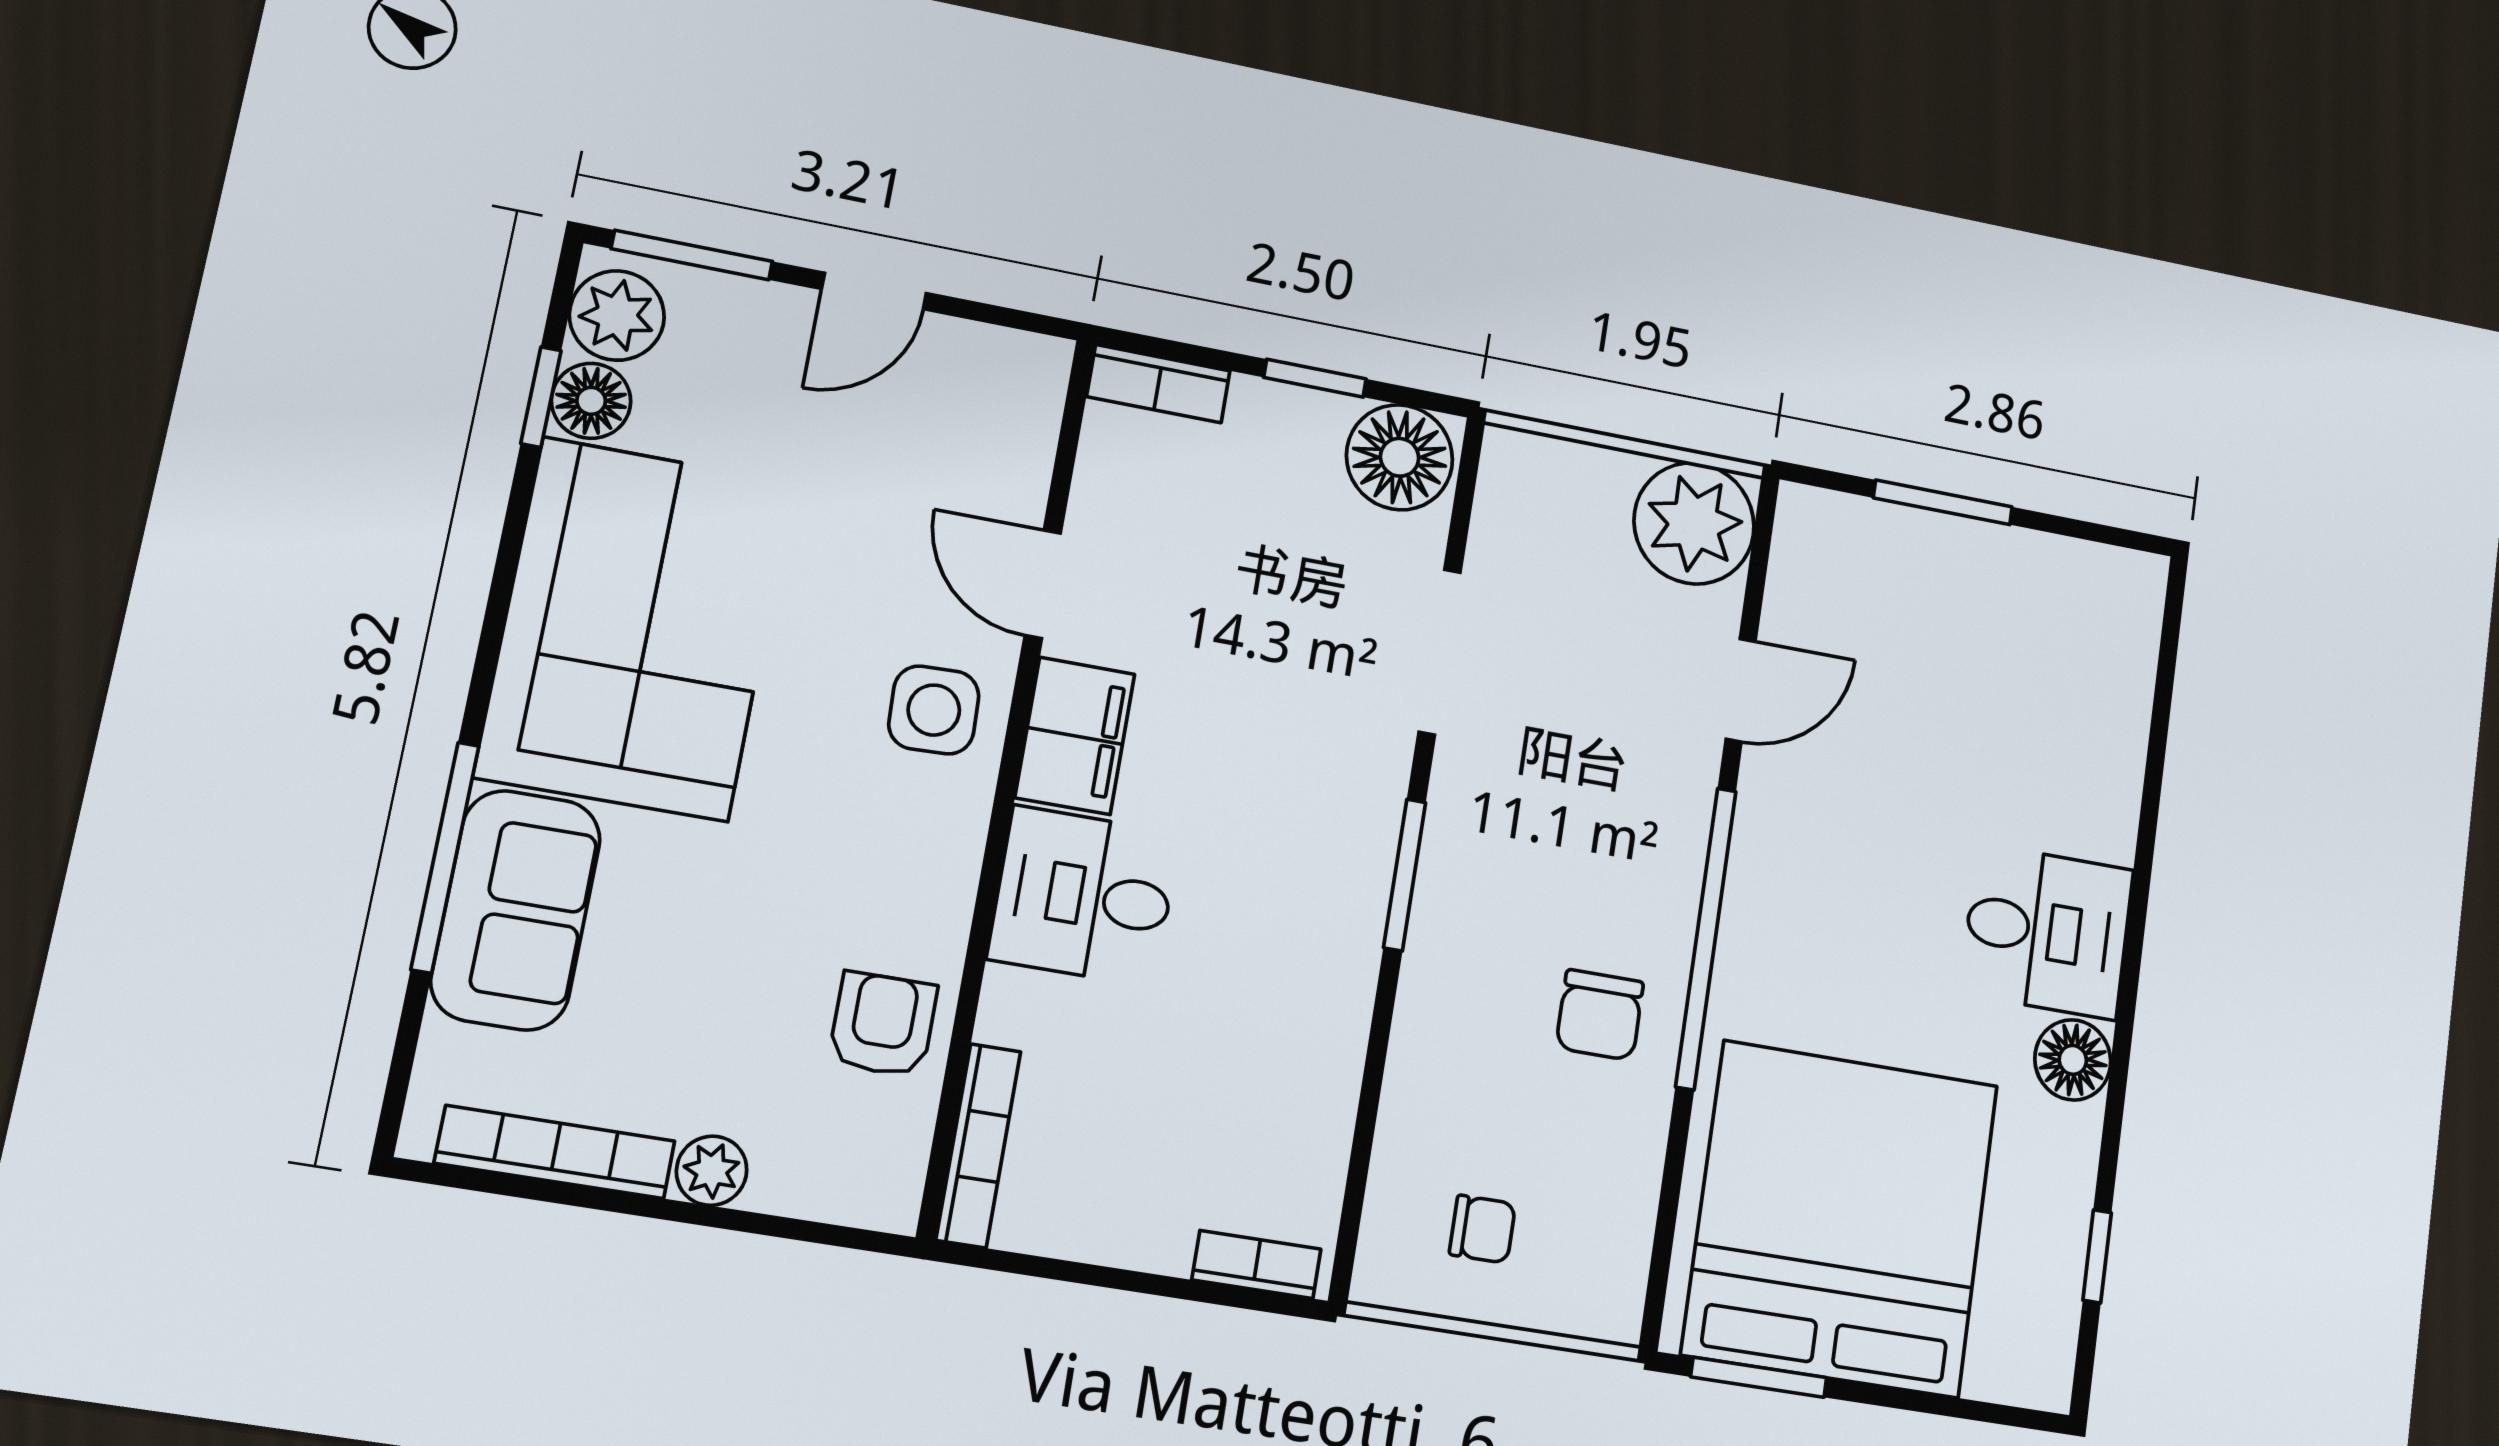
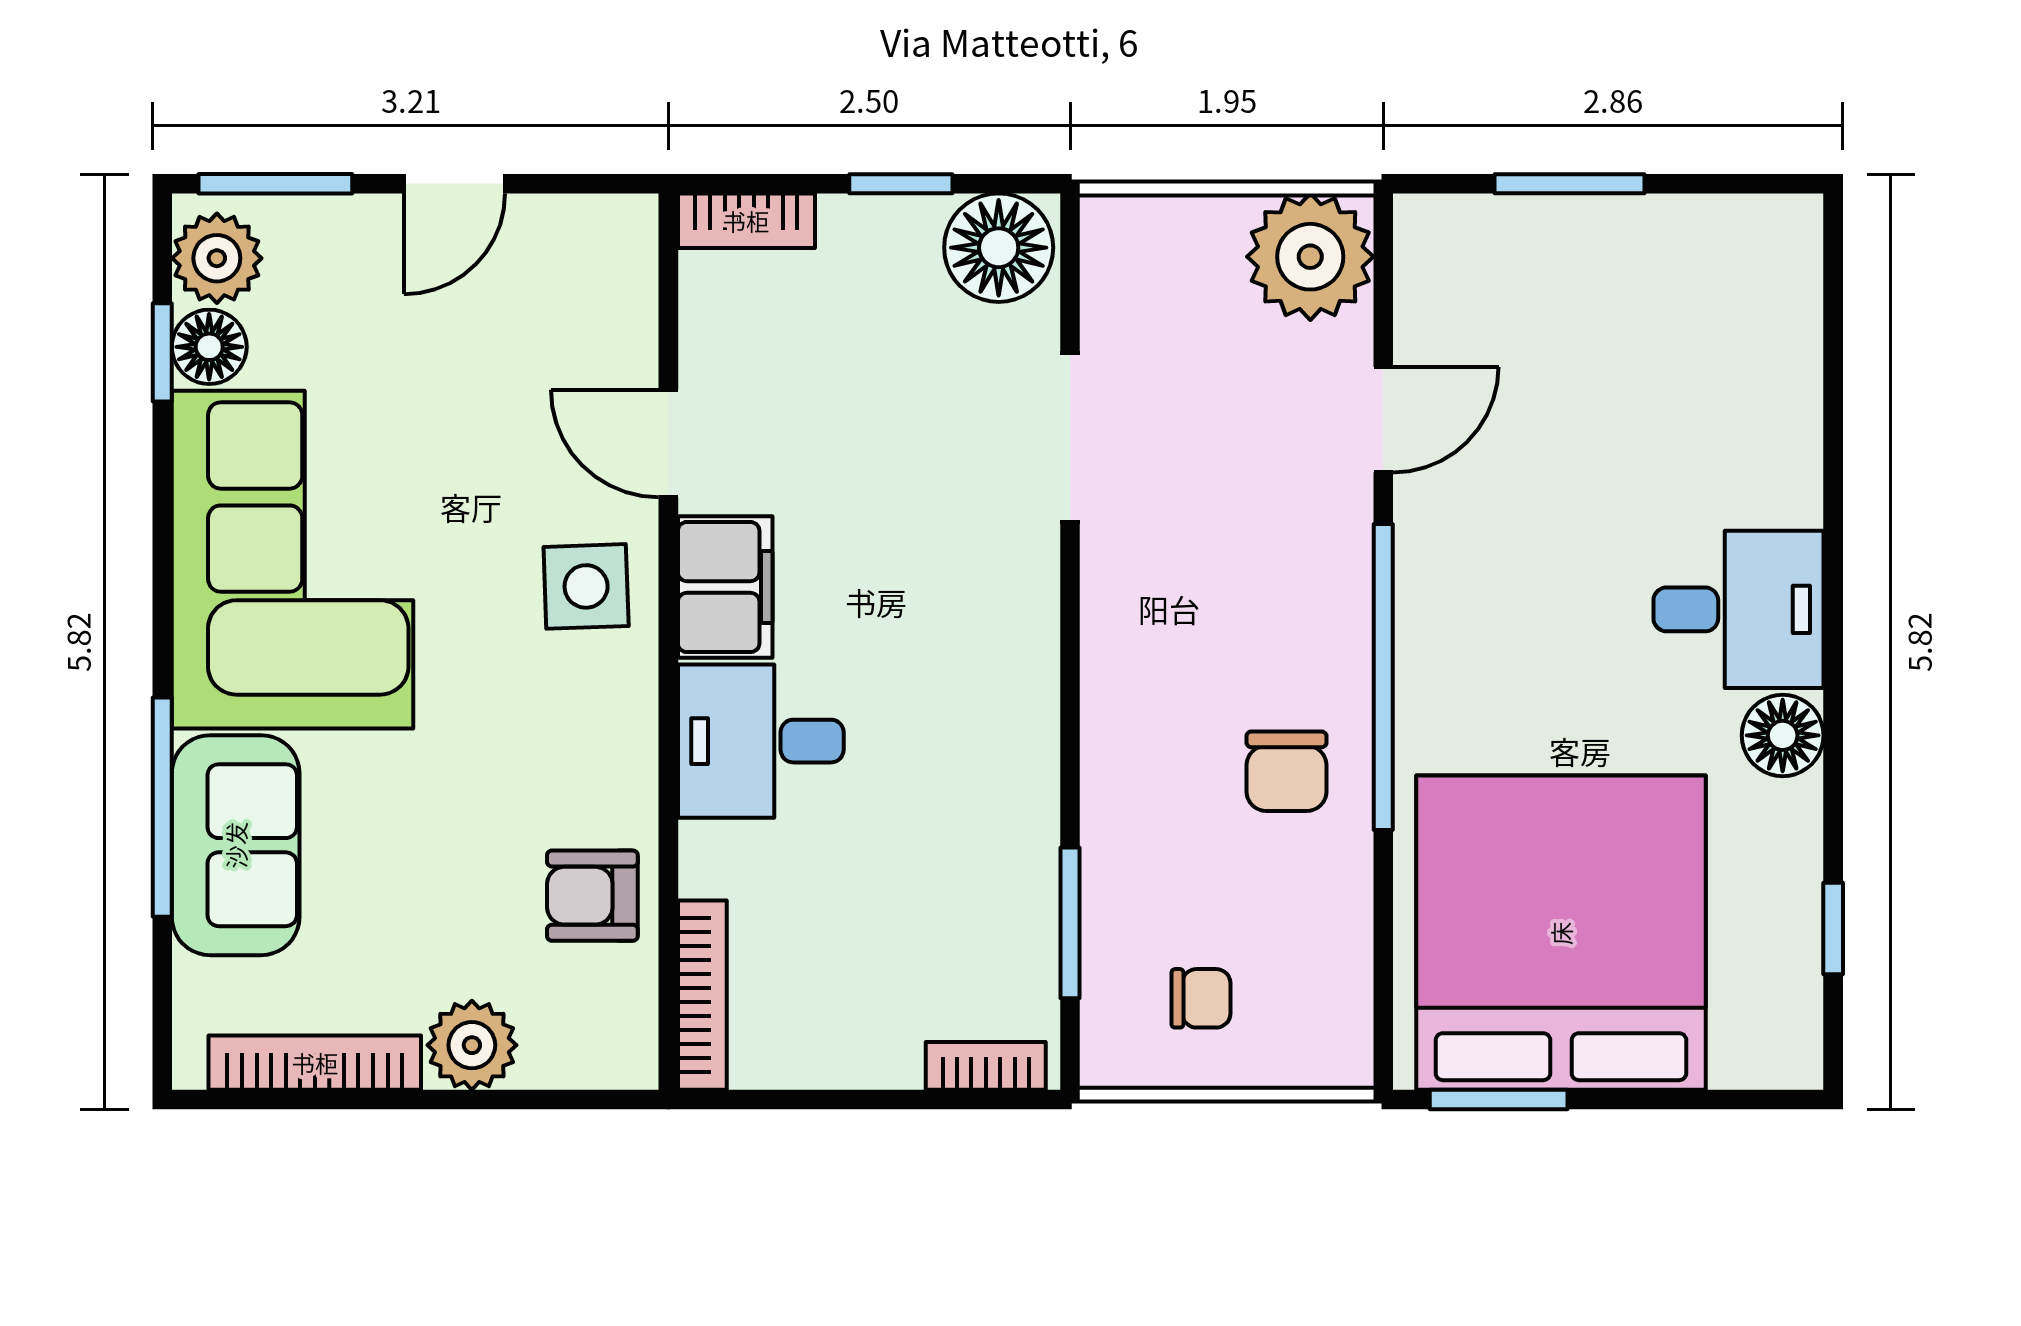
window: (1405, 875) -> (1070, 923), moved
armchair: (883, 1024) -> (592, 896), turned -90
plant: (712, 1171) -> (472, 1045), width x1.38, depth x1.38

